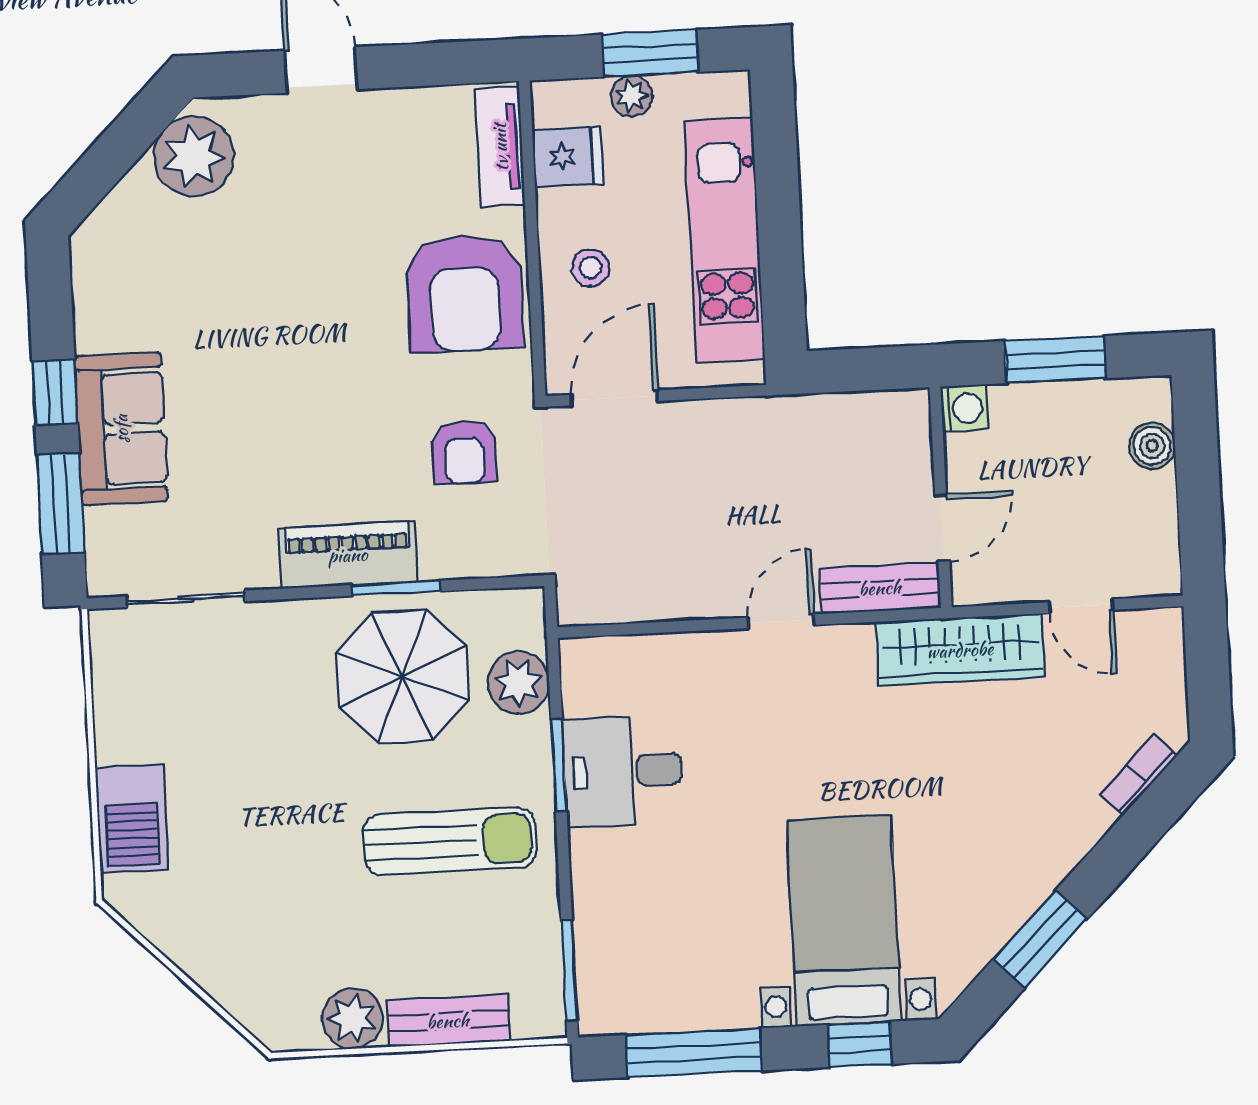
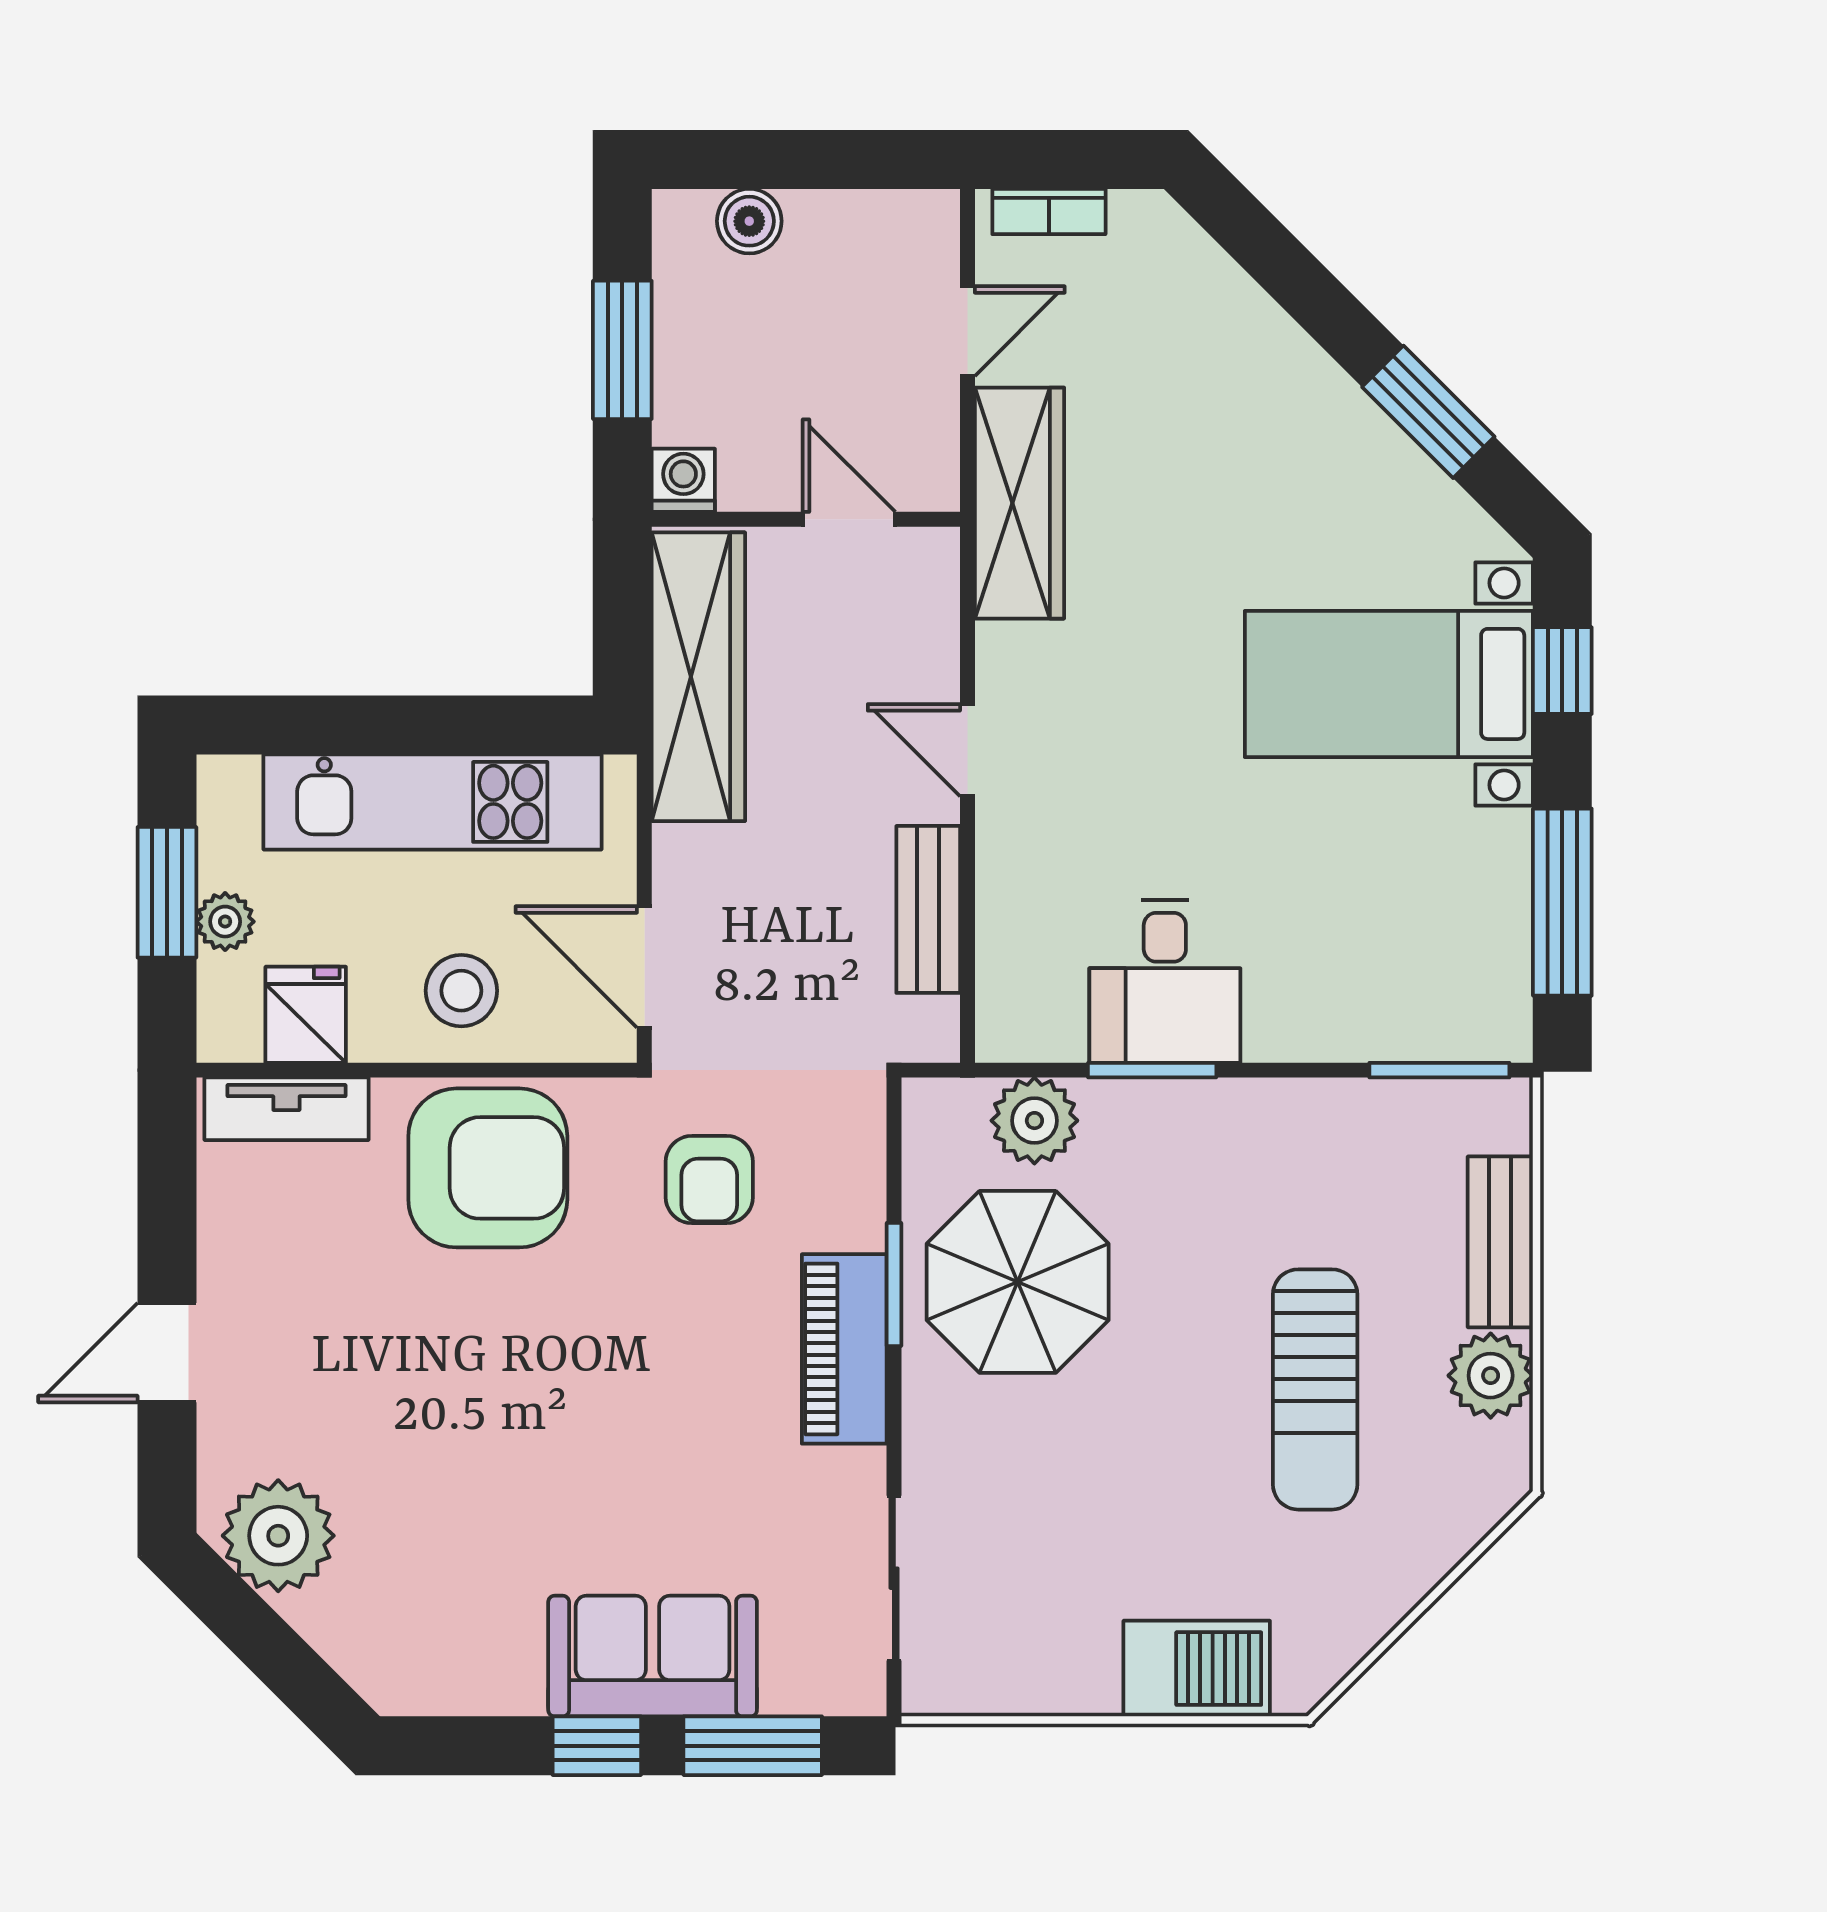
stool: (591, 268) -> (461, 991), width x1.37, depth x1.37
wardrobe: (824, 426) -> (698, 677), added
armchair: (464, 452) -> (709, 1180), turned 90
bench: (880, 588) -> (928, 909), moved
bookcase: (1139, 774) -> (1049, 211), moved, turned -45
sun lounger: (450, 841) -> (1315, 1389), moved, turned 180

